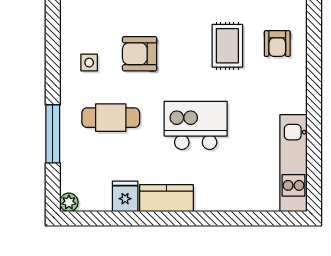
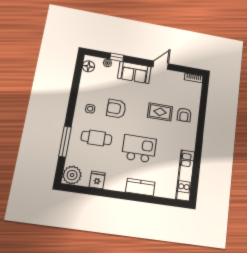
rug: (227, 46) -> (160, 112), turned 90
kitchen counter: (166, 198) -> (140, 187), moved
plant: (69, 202) -> (72, 175), width x1.87, depth x1.87

